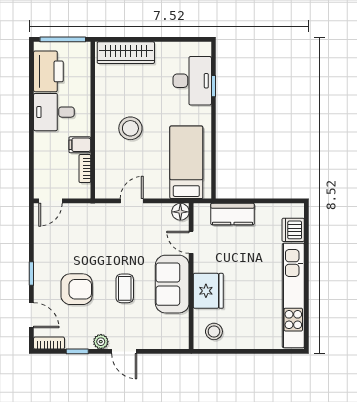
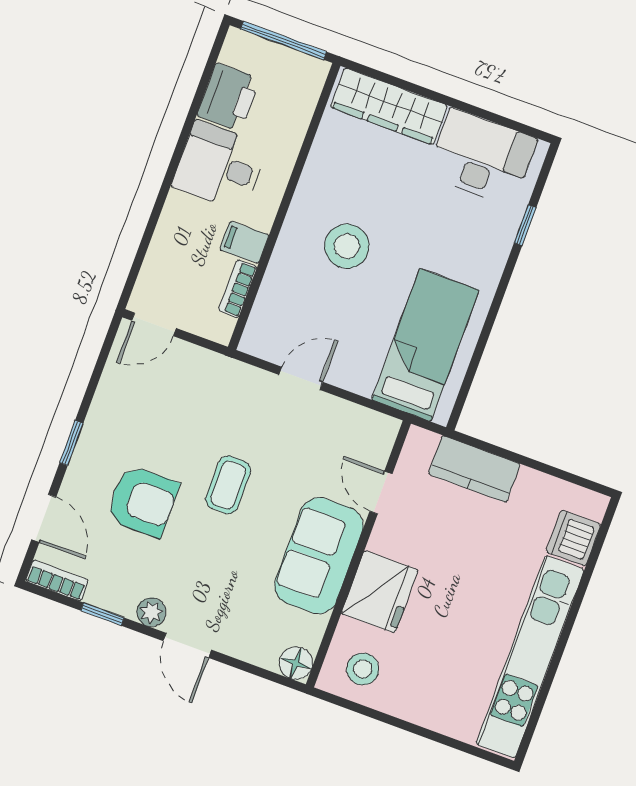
printer: (48, 71) -> (228, 97), width x0.73, depth x0.84
desk: (192, 81) -> (482, 157), moved, turned -90
floor lamp: (180, 212) -> (296, 663), moved
coffee table: (125, 288) -> (228, 485), moved

